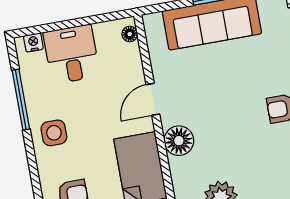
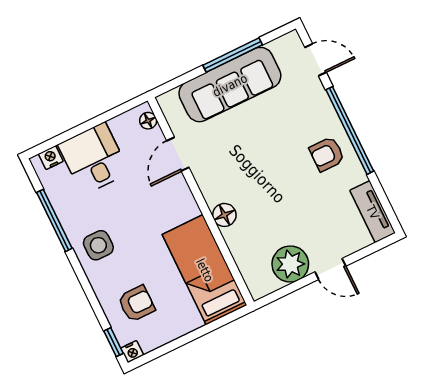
door: (153, 99) -> (178, 154), moved
floor lamp: (179, 141) -> (224, 215), width x0.73, depth x0.73

